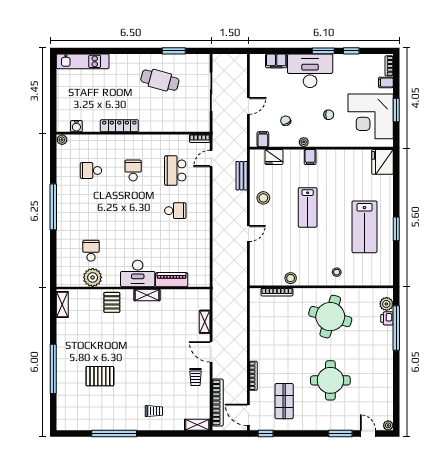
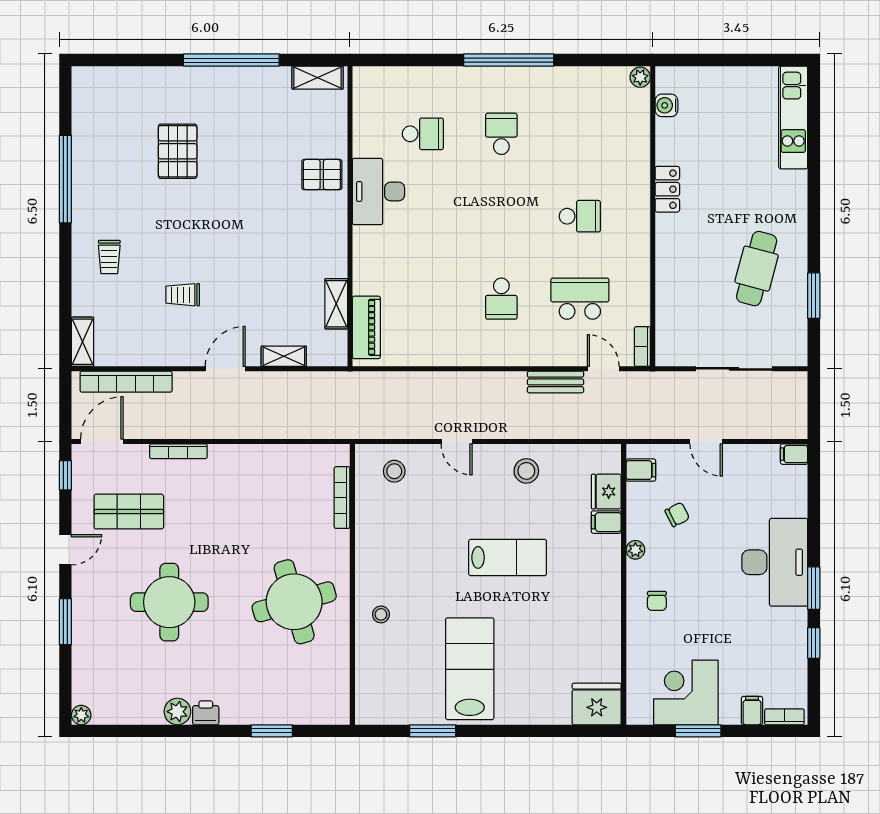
filing cabinet: (276, 61) -> (794, 454), moved, width x0.50
chair: (329, 115) -> (657, 601), moved
corner desk: (371, 116) -> (686, 692), width x0.74, depth x0.74
locker: (119, 126) -> (667, 189), width x0.66
filing cabinet: (310, 157) -> (606, 522), moved
school desk: (91, 170) -> (501, 134), moved
bench: (242, 176) -> (555, 382), moved
lab bench: (308, 207) -> (508, 557), turned 180
lab bench: (364, 227) -> (470, 669), turned 90
window: (396, 229) -> (433, 731), moved
desk: (138, 273) -> (378, 191), moved
plant: (93, 277) -> (371, 137), removed
stool: (291, 278) -> (394, 471), moved
piano: (172, 280) -> (366, 327), moved
shelving: (147, 295) -> (336, 304), moved
plant: (386, 304) -> (177, 712), moved
round table: (330, 317) -> (294, 602), turned -32
printer: (387, 318) -> (206, 713), moved
window: (396, 328) -> (272, 731), width x0.47
window: (53, 369) -> (231, 60), moved
trolley: (195, 377) -> (183, 295), moved
door: (368, 433) -> (65, 550), moved

